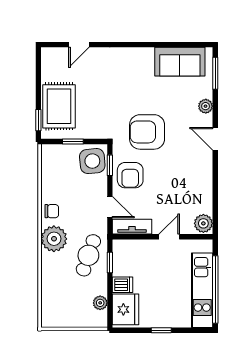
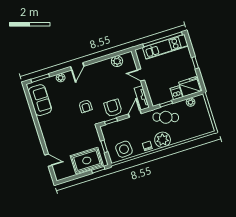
armchair: (147, 132) -> (86, 106), width x0.53, depth x0.53
side table: (92, 161) -> (124, 149), moved
armchair: (130, 175) -> (113, 108), turned -90
plant: (203, 223) -> (117, 61), moved

